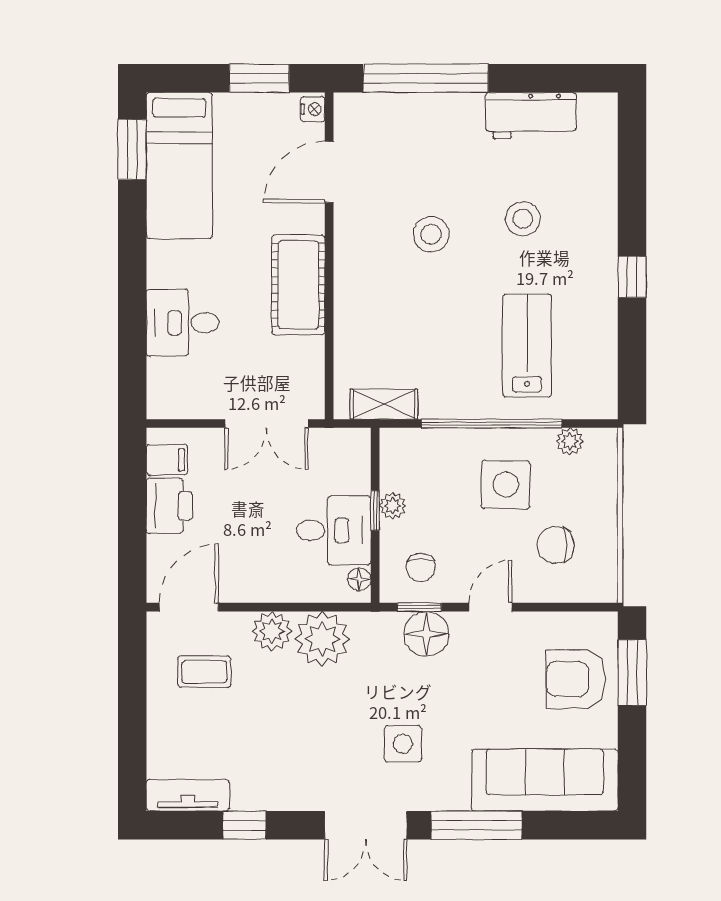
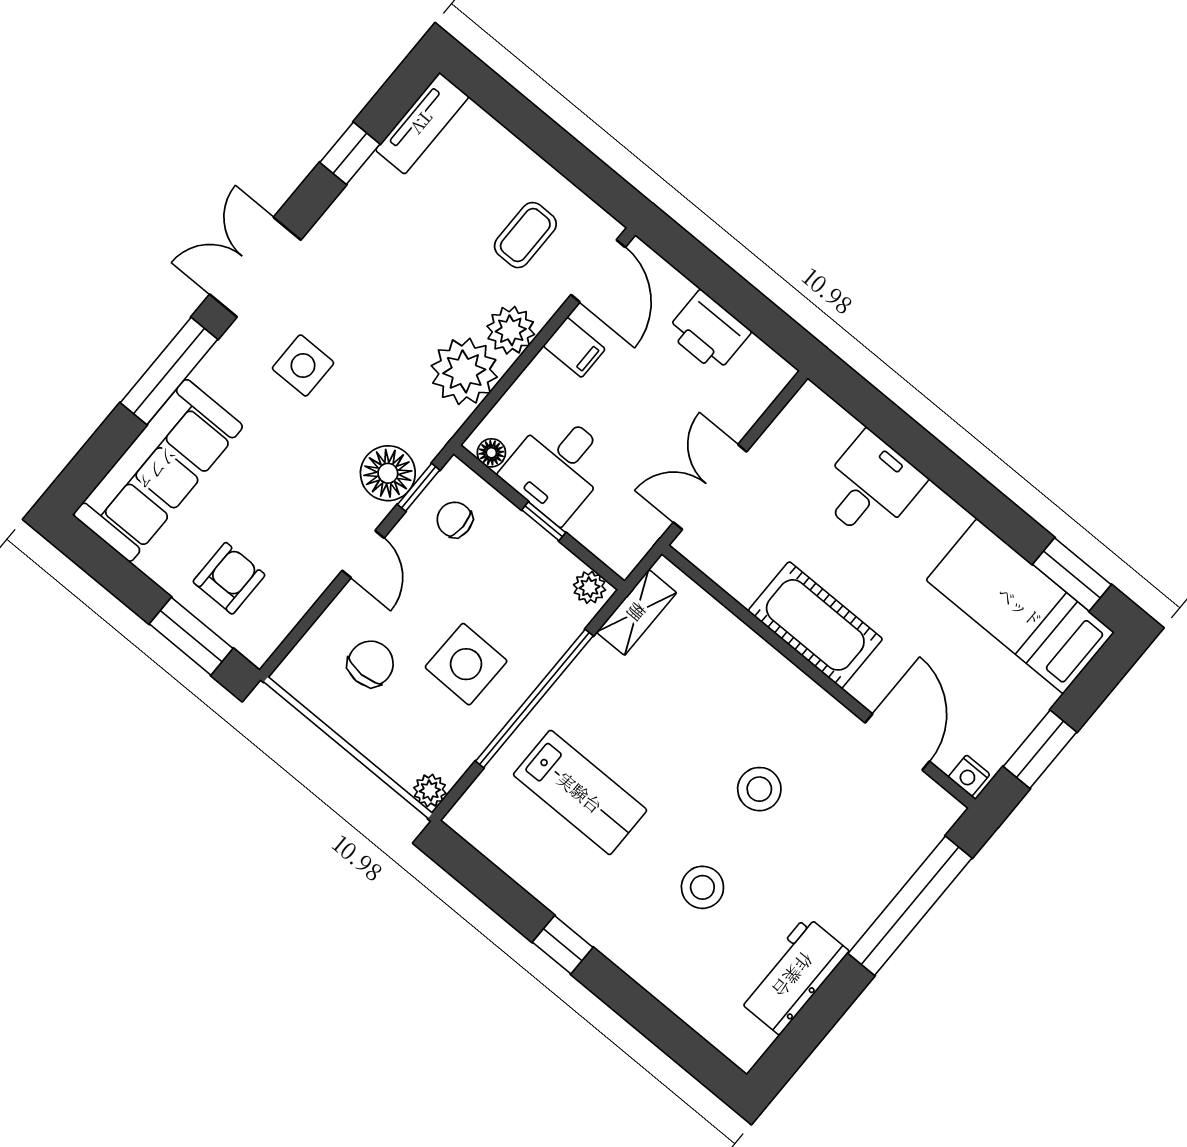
plant: (570, 441) -> (430, 791), moved
filing cabinet: (167, 460) -> (574, 347), moved, turned -90
plant: (393, 506) -> (590, 587), moved
armchair: (576, 679) -> (229, 578), width x0.72, depth x0.72

